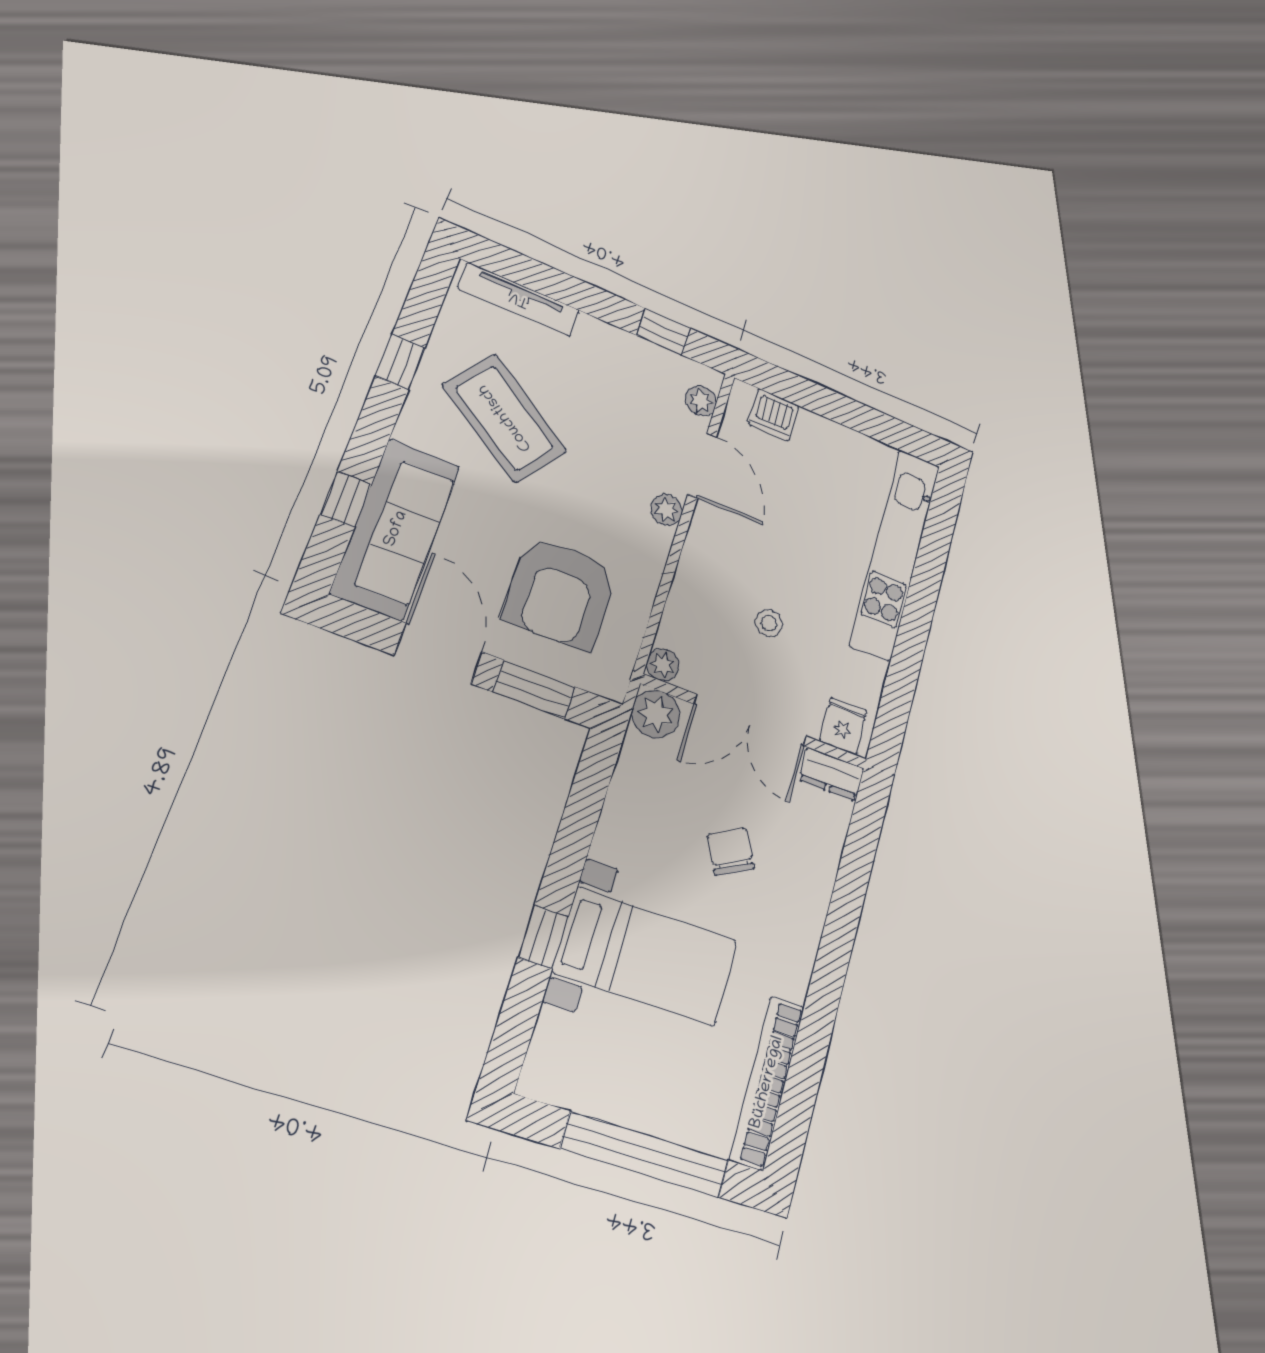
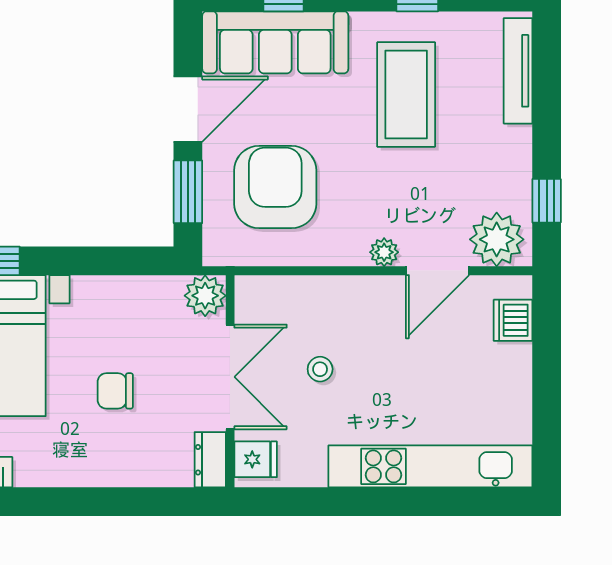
plant: (701, 401) -> (497, 239), width x1.87, depth x1.87
coffee table: (505, 418) -> (406, 95), turned -35
armchair: (560, 593) -> (275, 187), turned 90
plant: (663, 665) -> (248, 289), removed
double door: (751, 720) -> (230, 377), swing flipped
chair: (731, 852) -> (115, 391), turned -152

